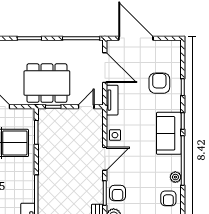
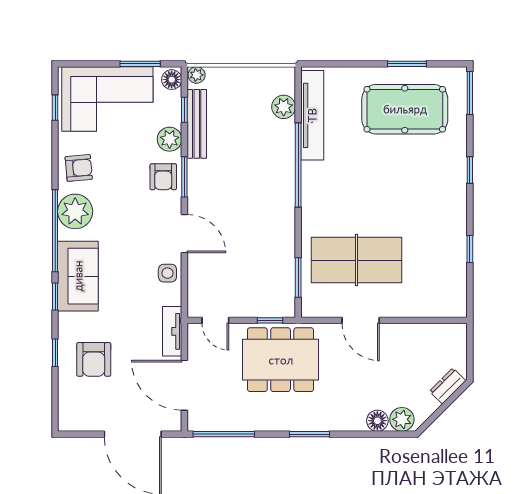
door: (86, 107) -> (215, 320), hinge flipped
door: (105, 159) -> (184, 234), swing flipped
plant: (175, 177) -> (75, 211), width x1.87, depth x1.87
armchair: (118, 193) -> (163, 177), turned 180
armchair: (168, 198) -> (79, 168), turned 85

